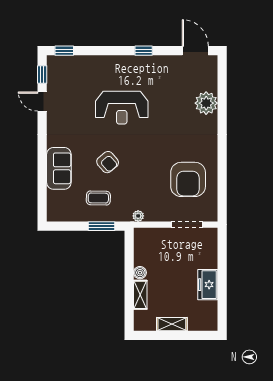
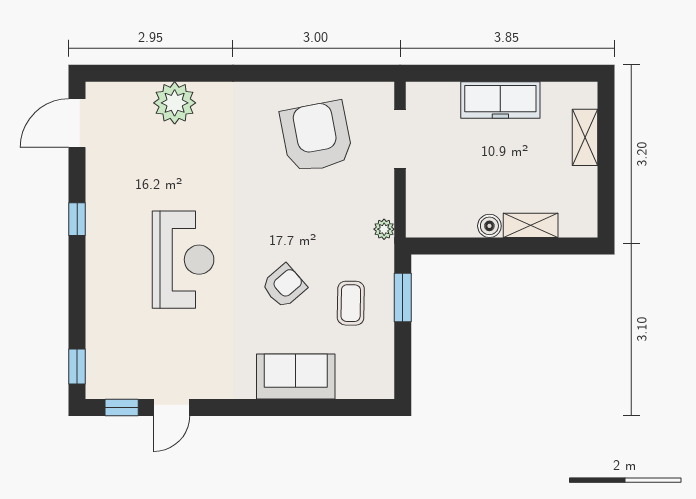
armchair: (188, 179) -> (316, 137), turned -101
freezer: (208, 285) -> (500, 100), width x1.40
shelving: (172, 324) -> (585, 137), moved

